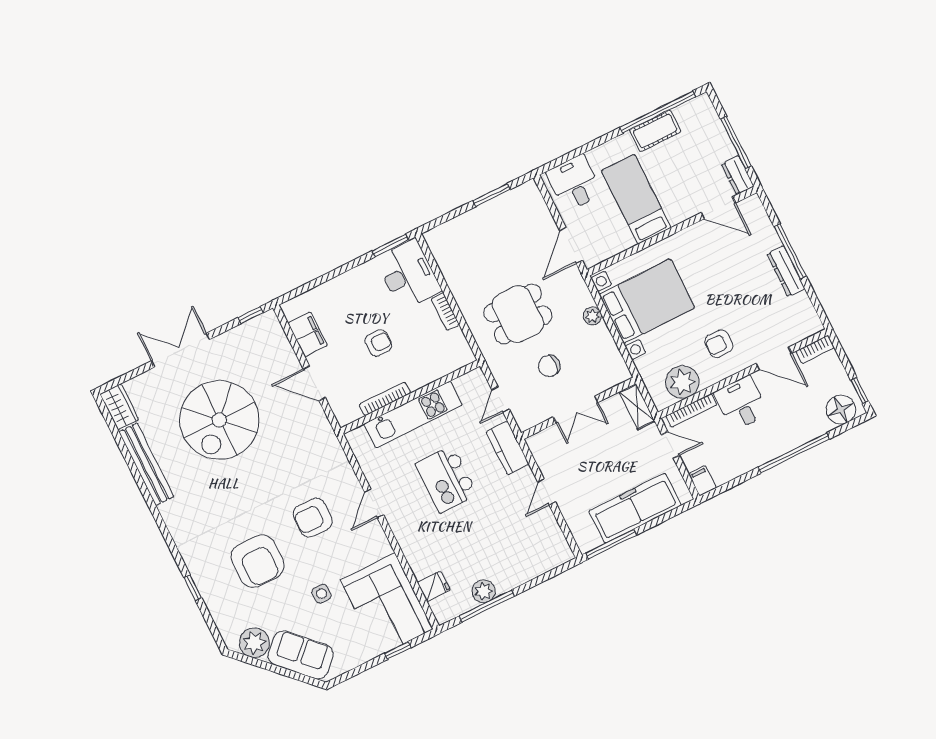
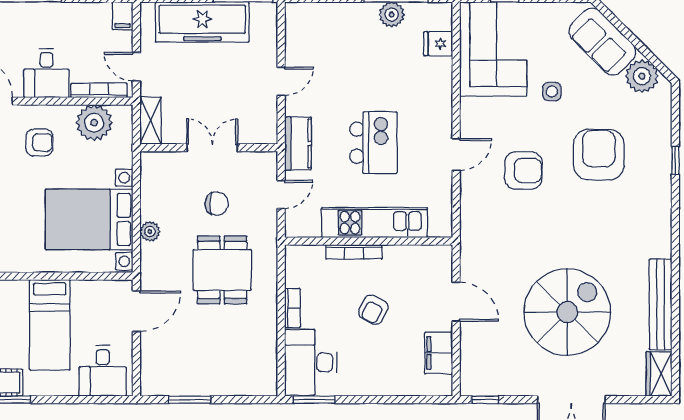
dining table: (518, 314) -> (222, 270), turned 90
armchair: (378, 343) -> (373, 310), turned -62
bookcase: (385, 399) -> (354, 252), moved

